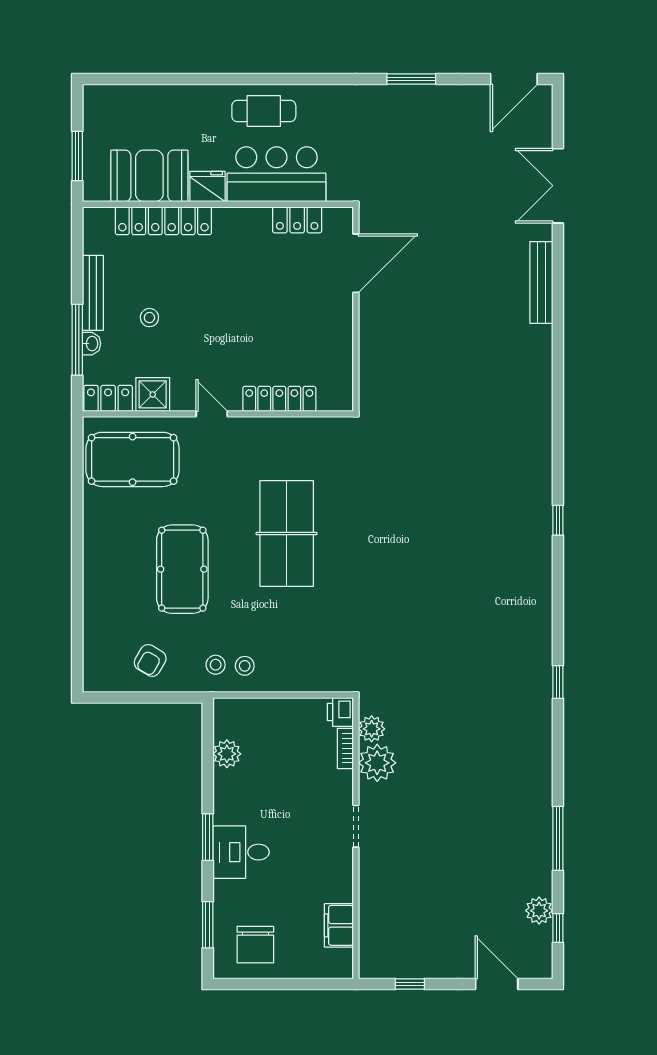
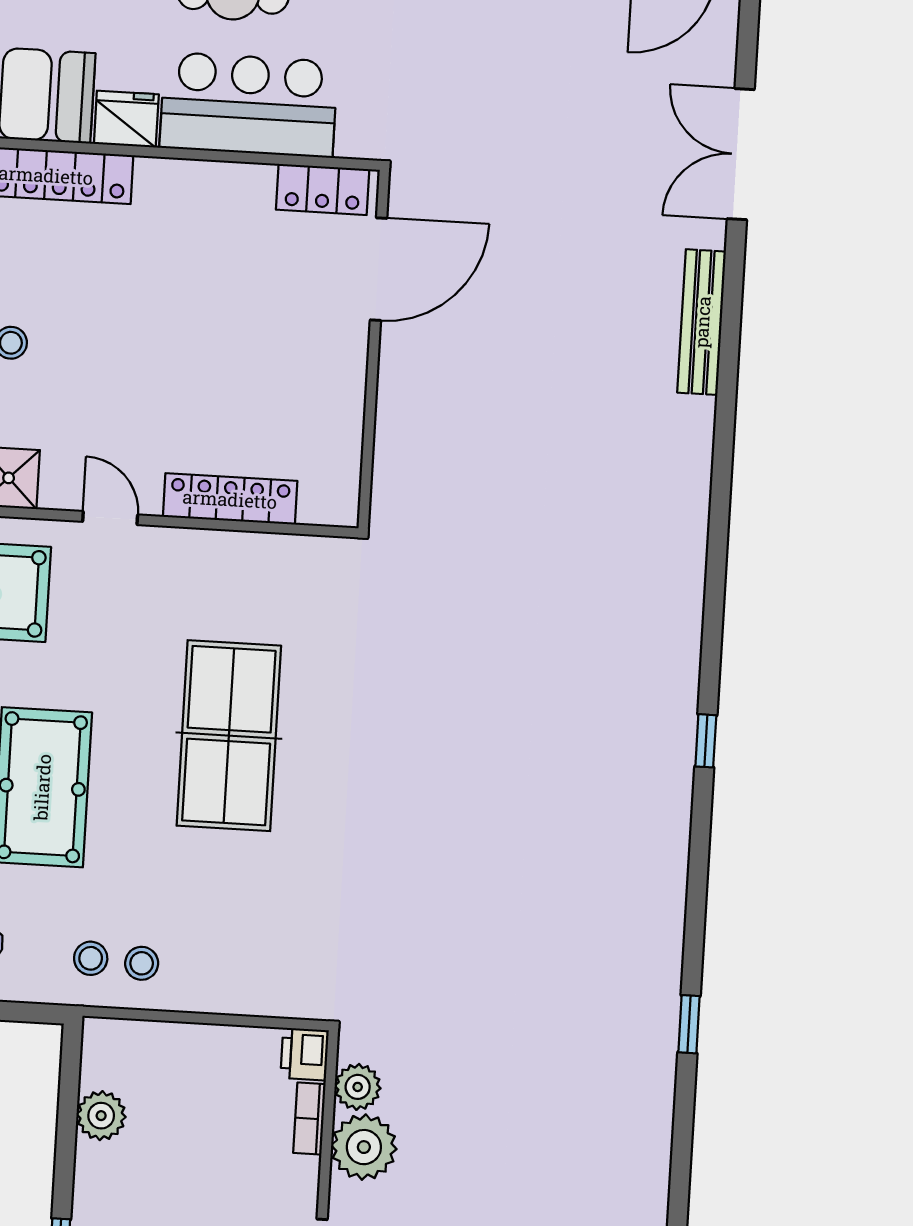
locker: (297, 220) -> (323, 189), moved

